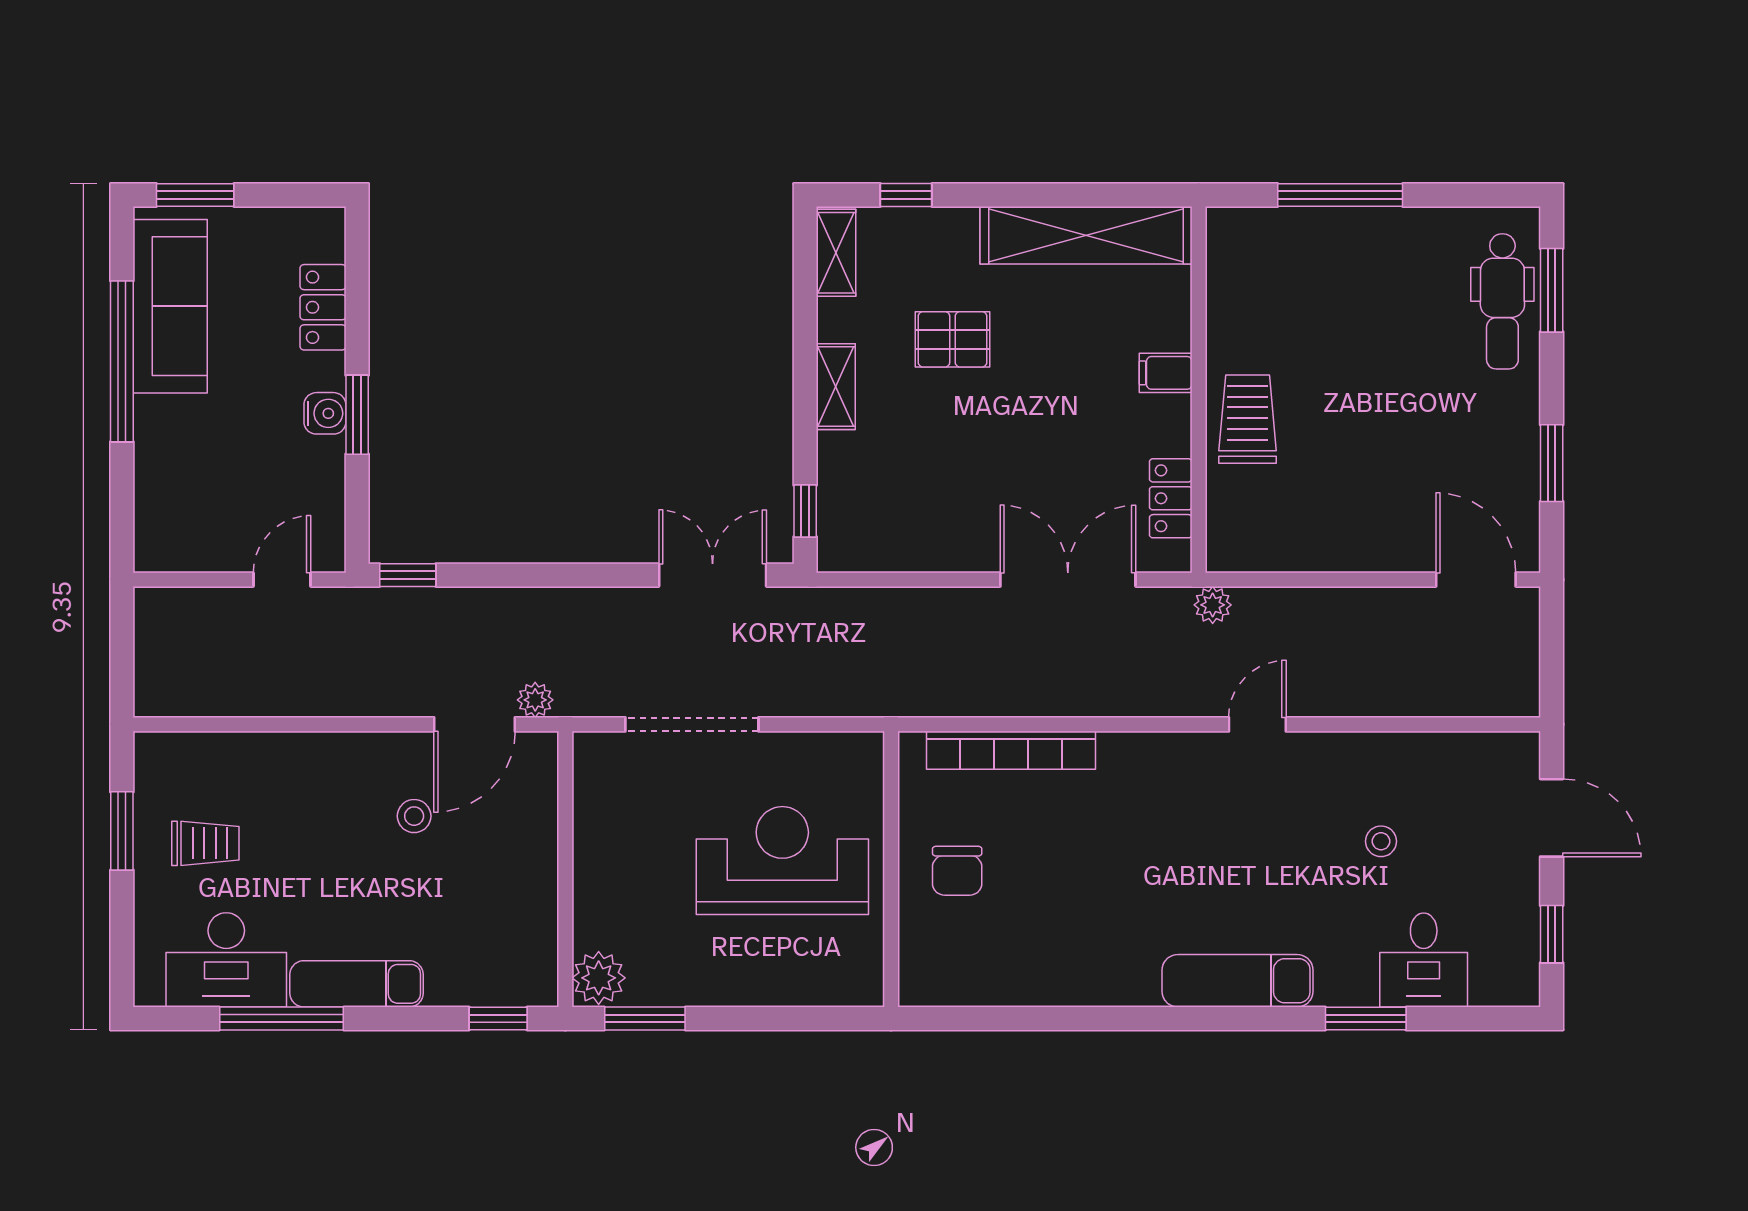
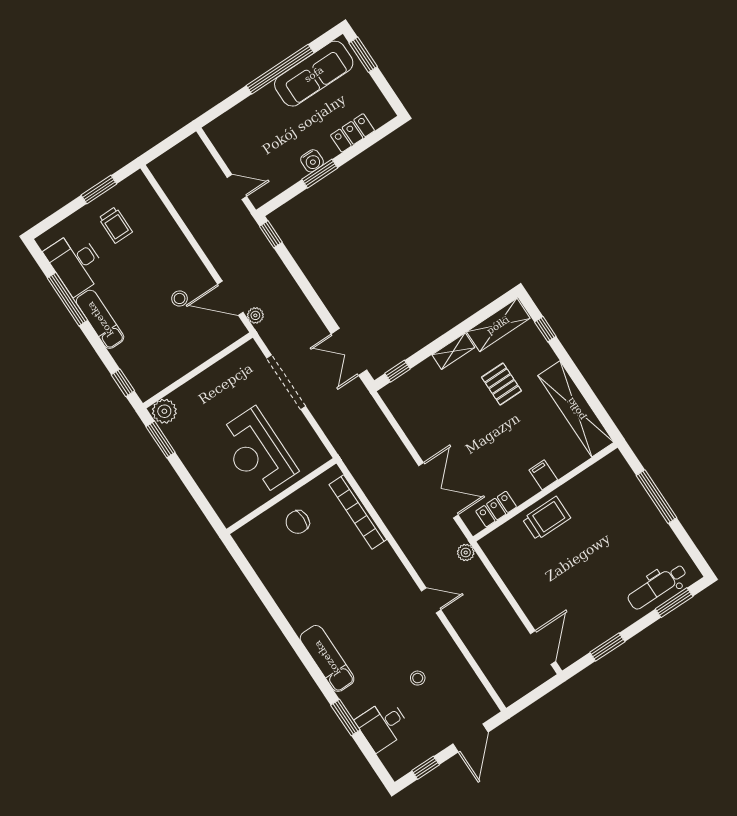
shelving: (836, 253) -> (498, 325), width x1.50, depth x1.33
double door: (713, 575) -> (349, 352), swing flipped
reception desk: (782, 861) -> (257, 452), turned 180

